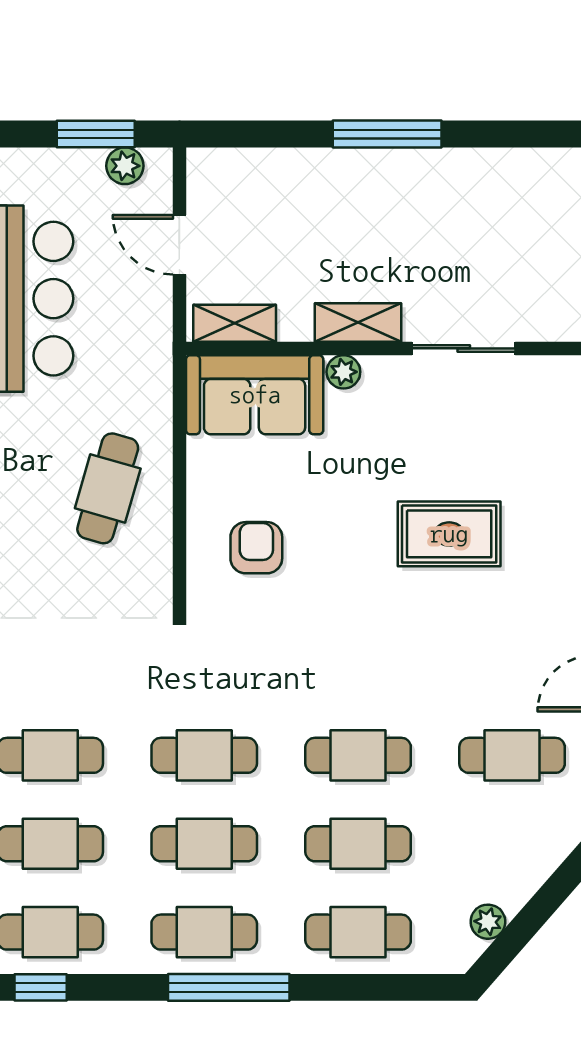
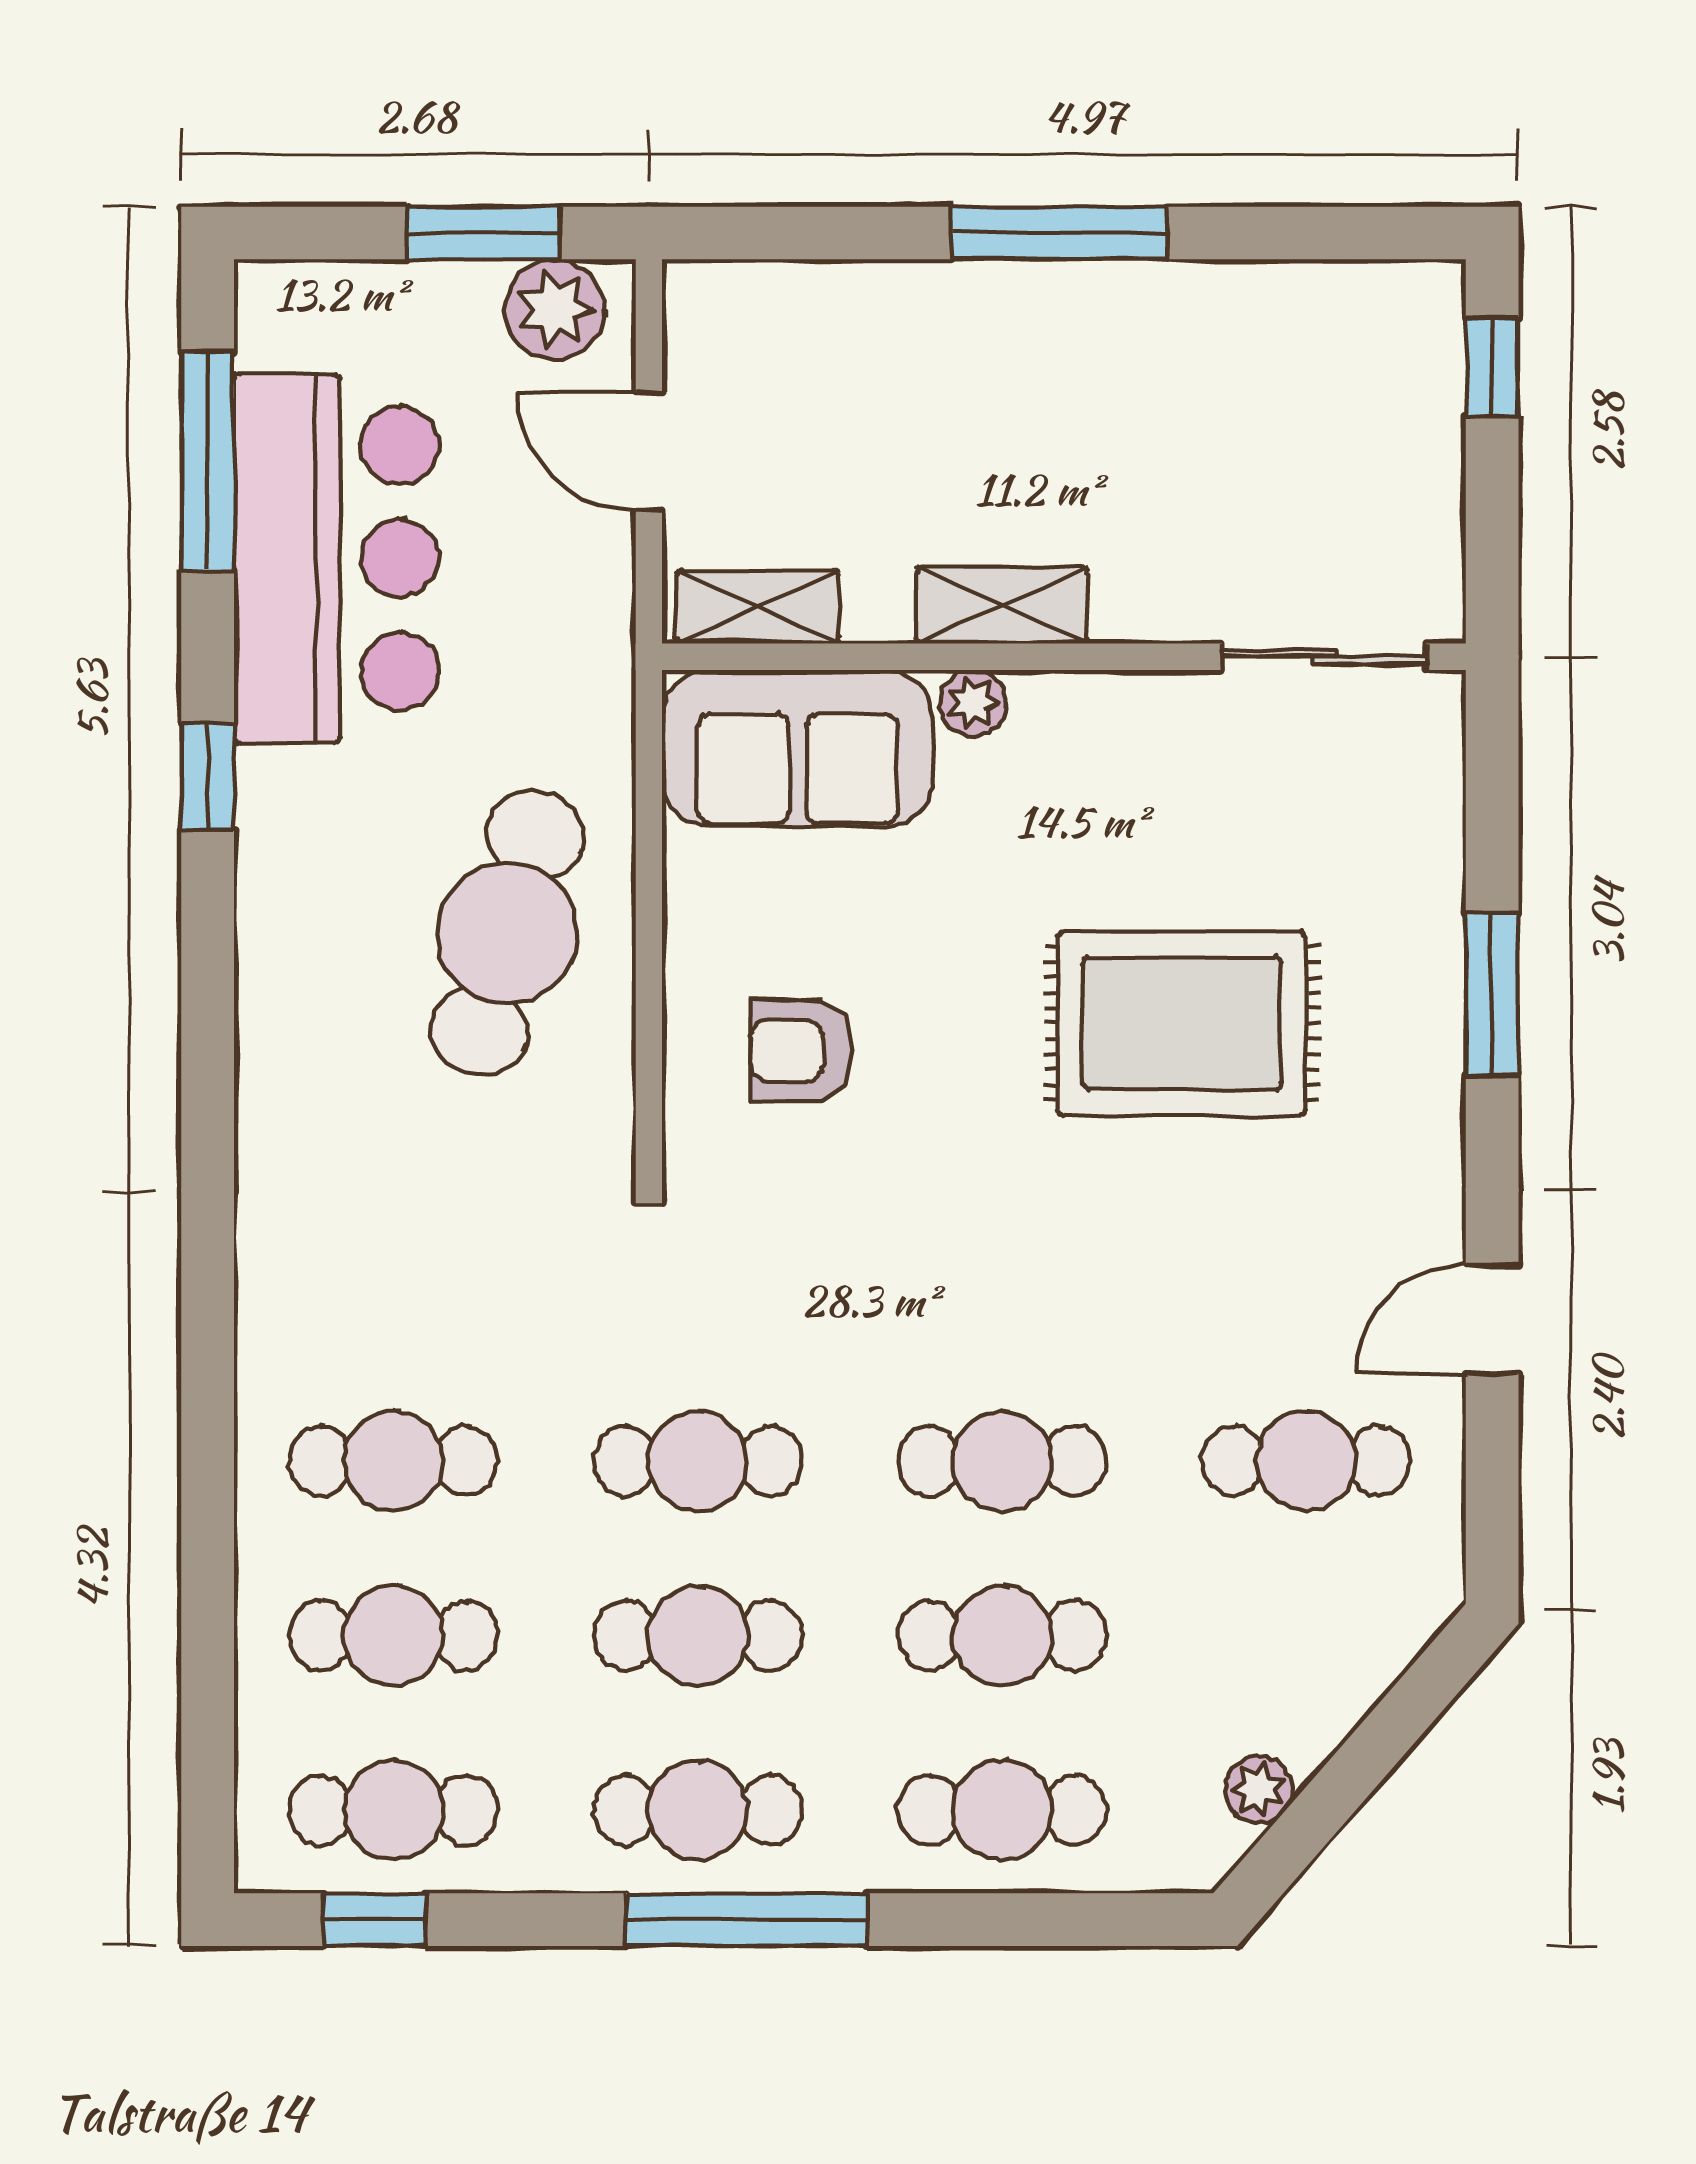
plant: (125, 166) -> (555, 309), width x1.38, depth x1.38
sliding door: (464, 348) -> (1324, 657), moved
cafe table: (108, 488) -> (507, 933), width x1.37, depth x1.35
rug: (449, 534) -> (1182, 1023), width x1.36, depth x1.43
armchair: (256, 548) -> (801, 1051), turned -90

